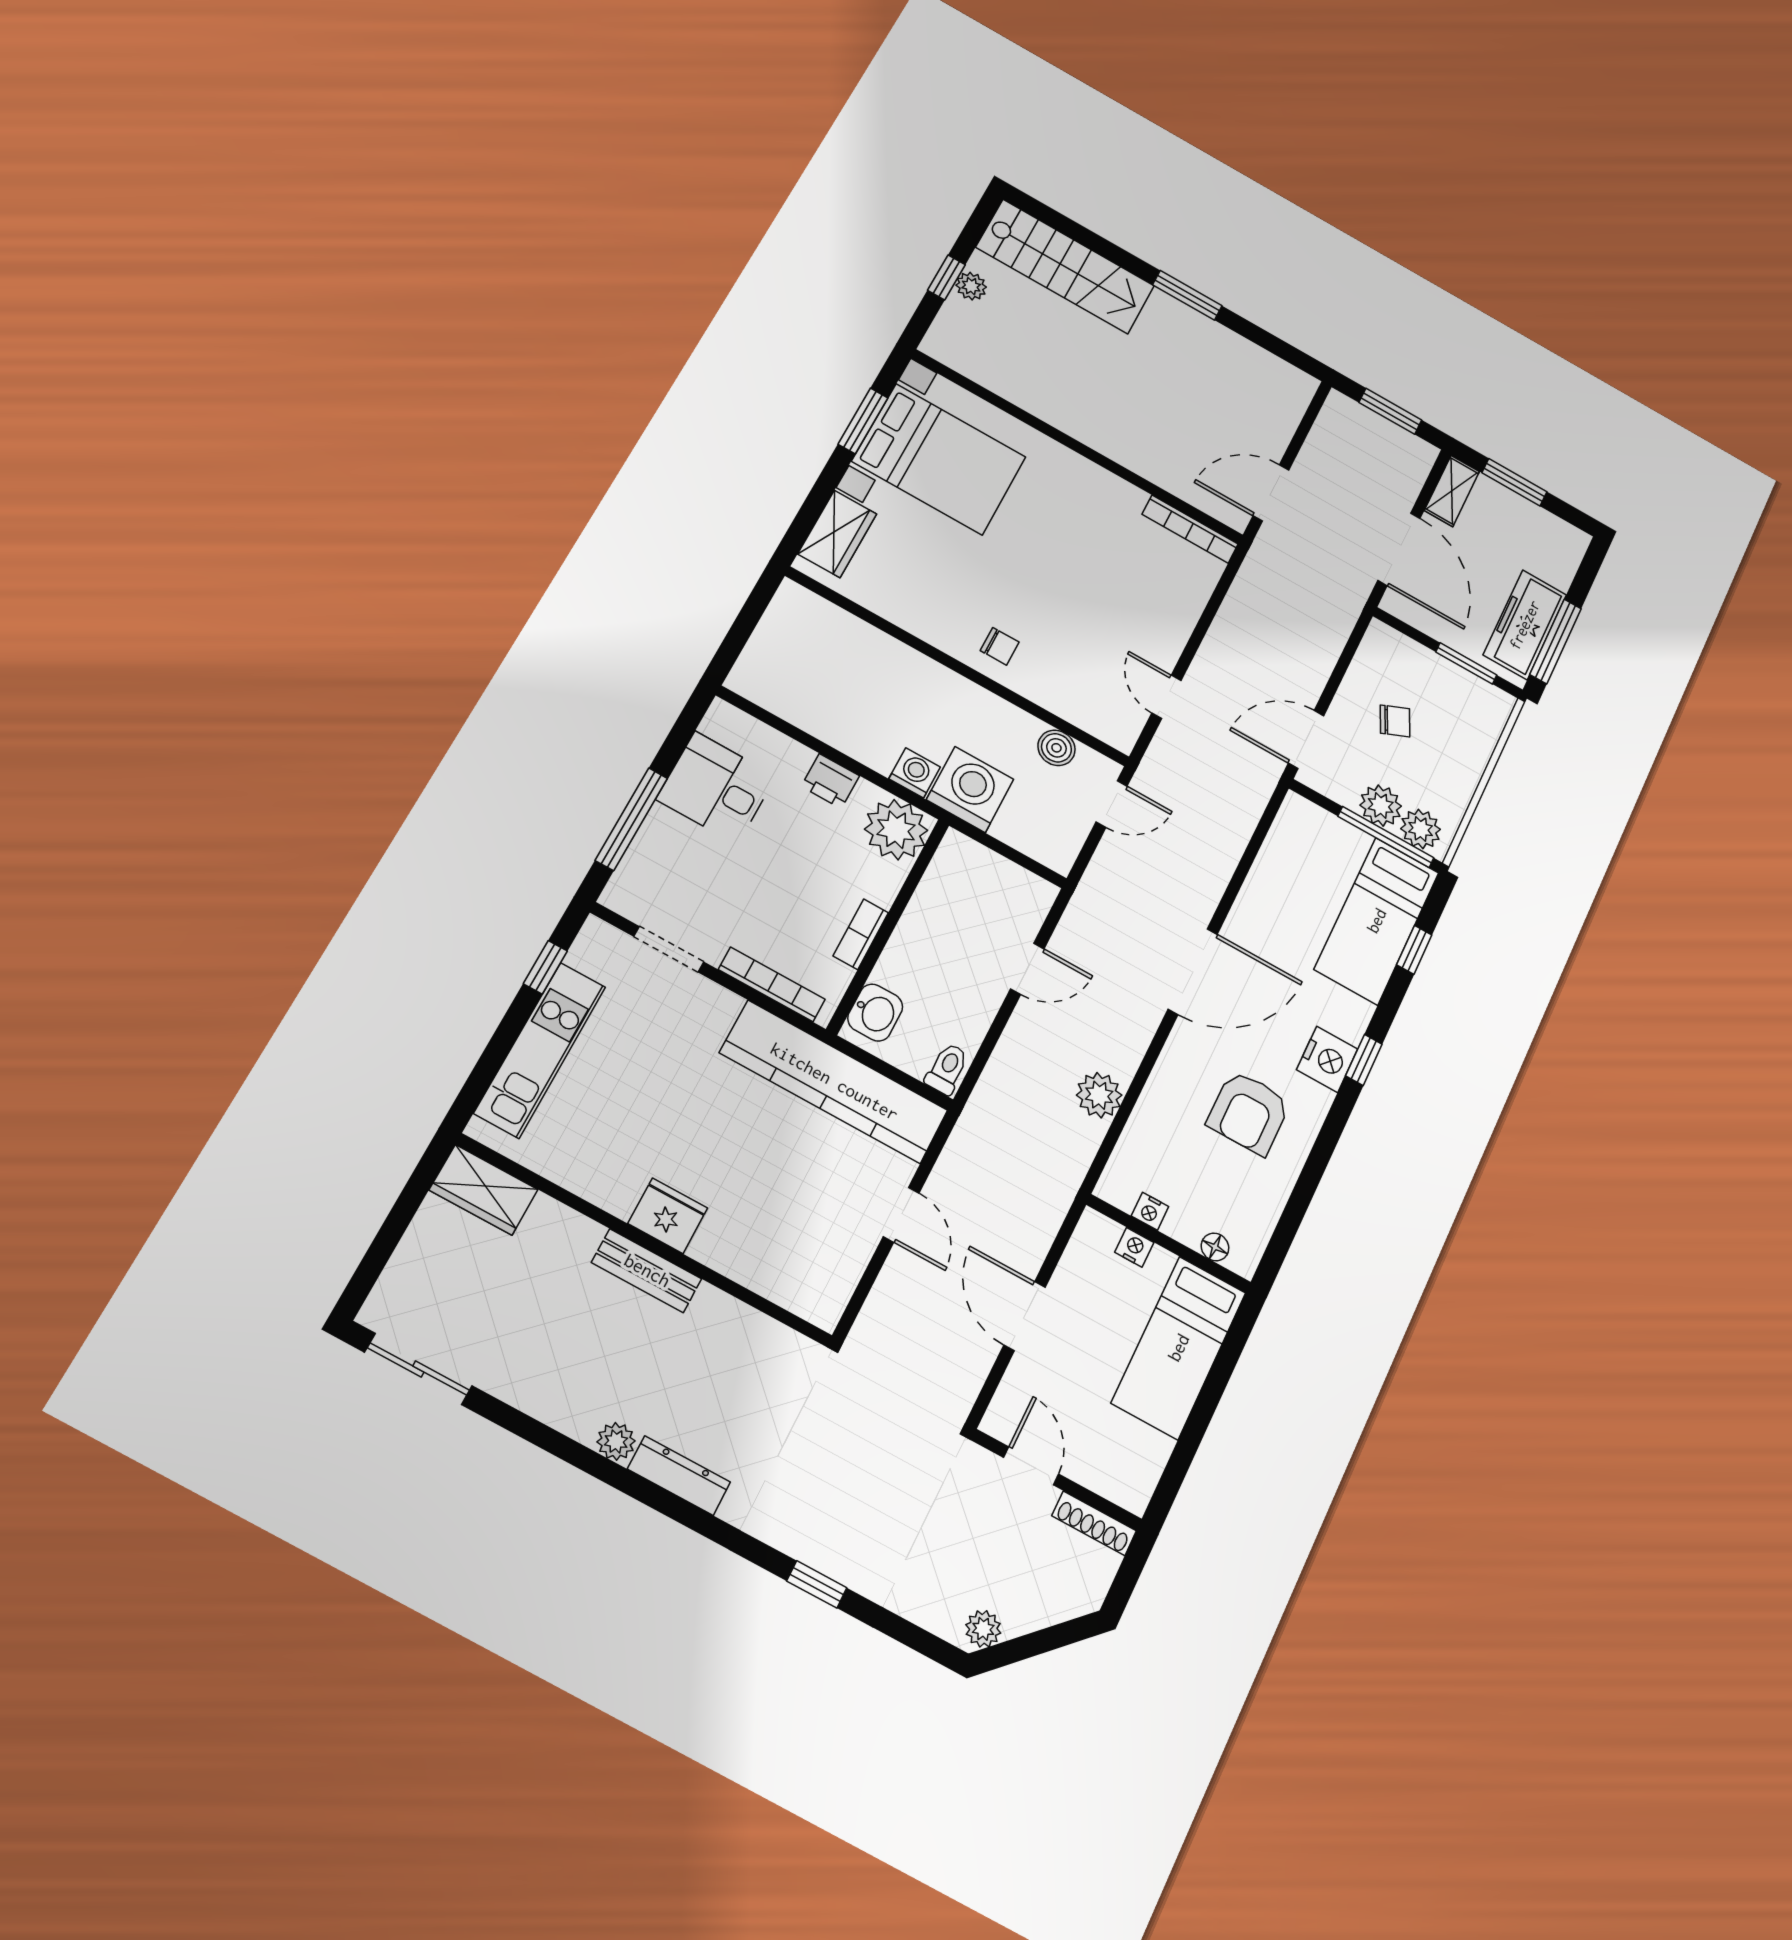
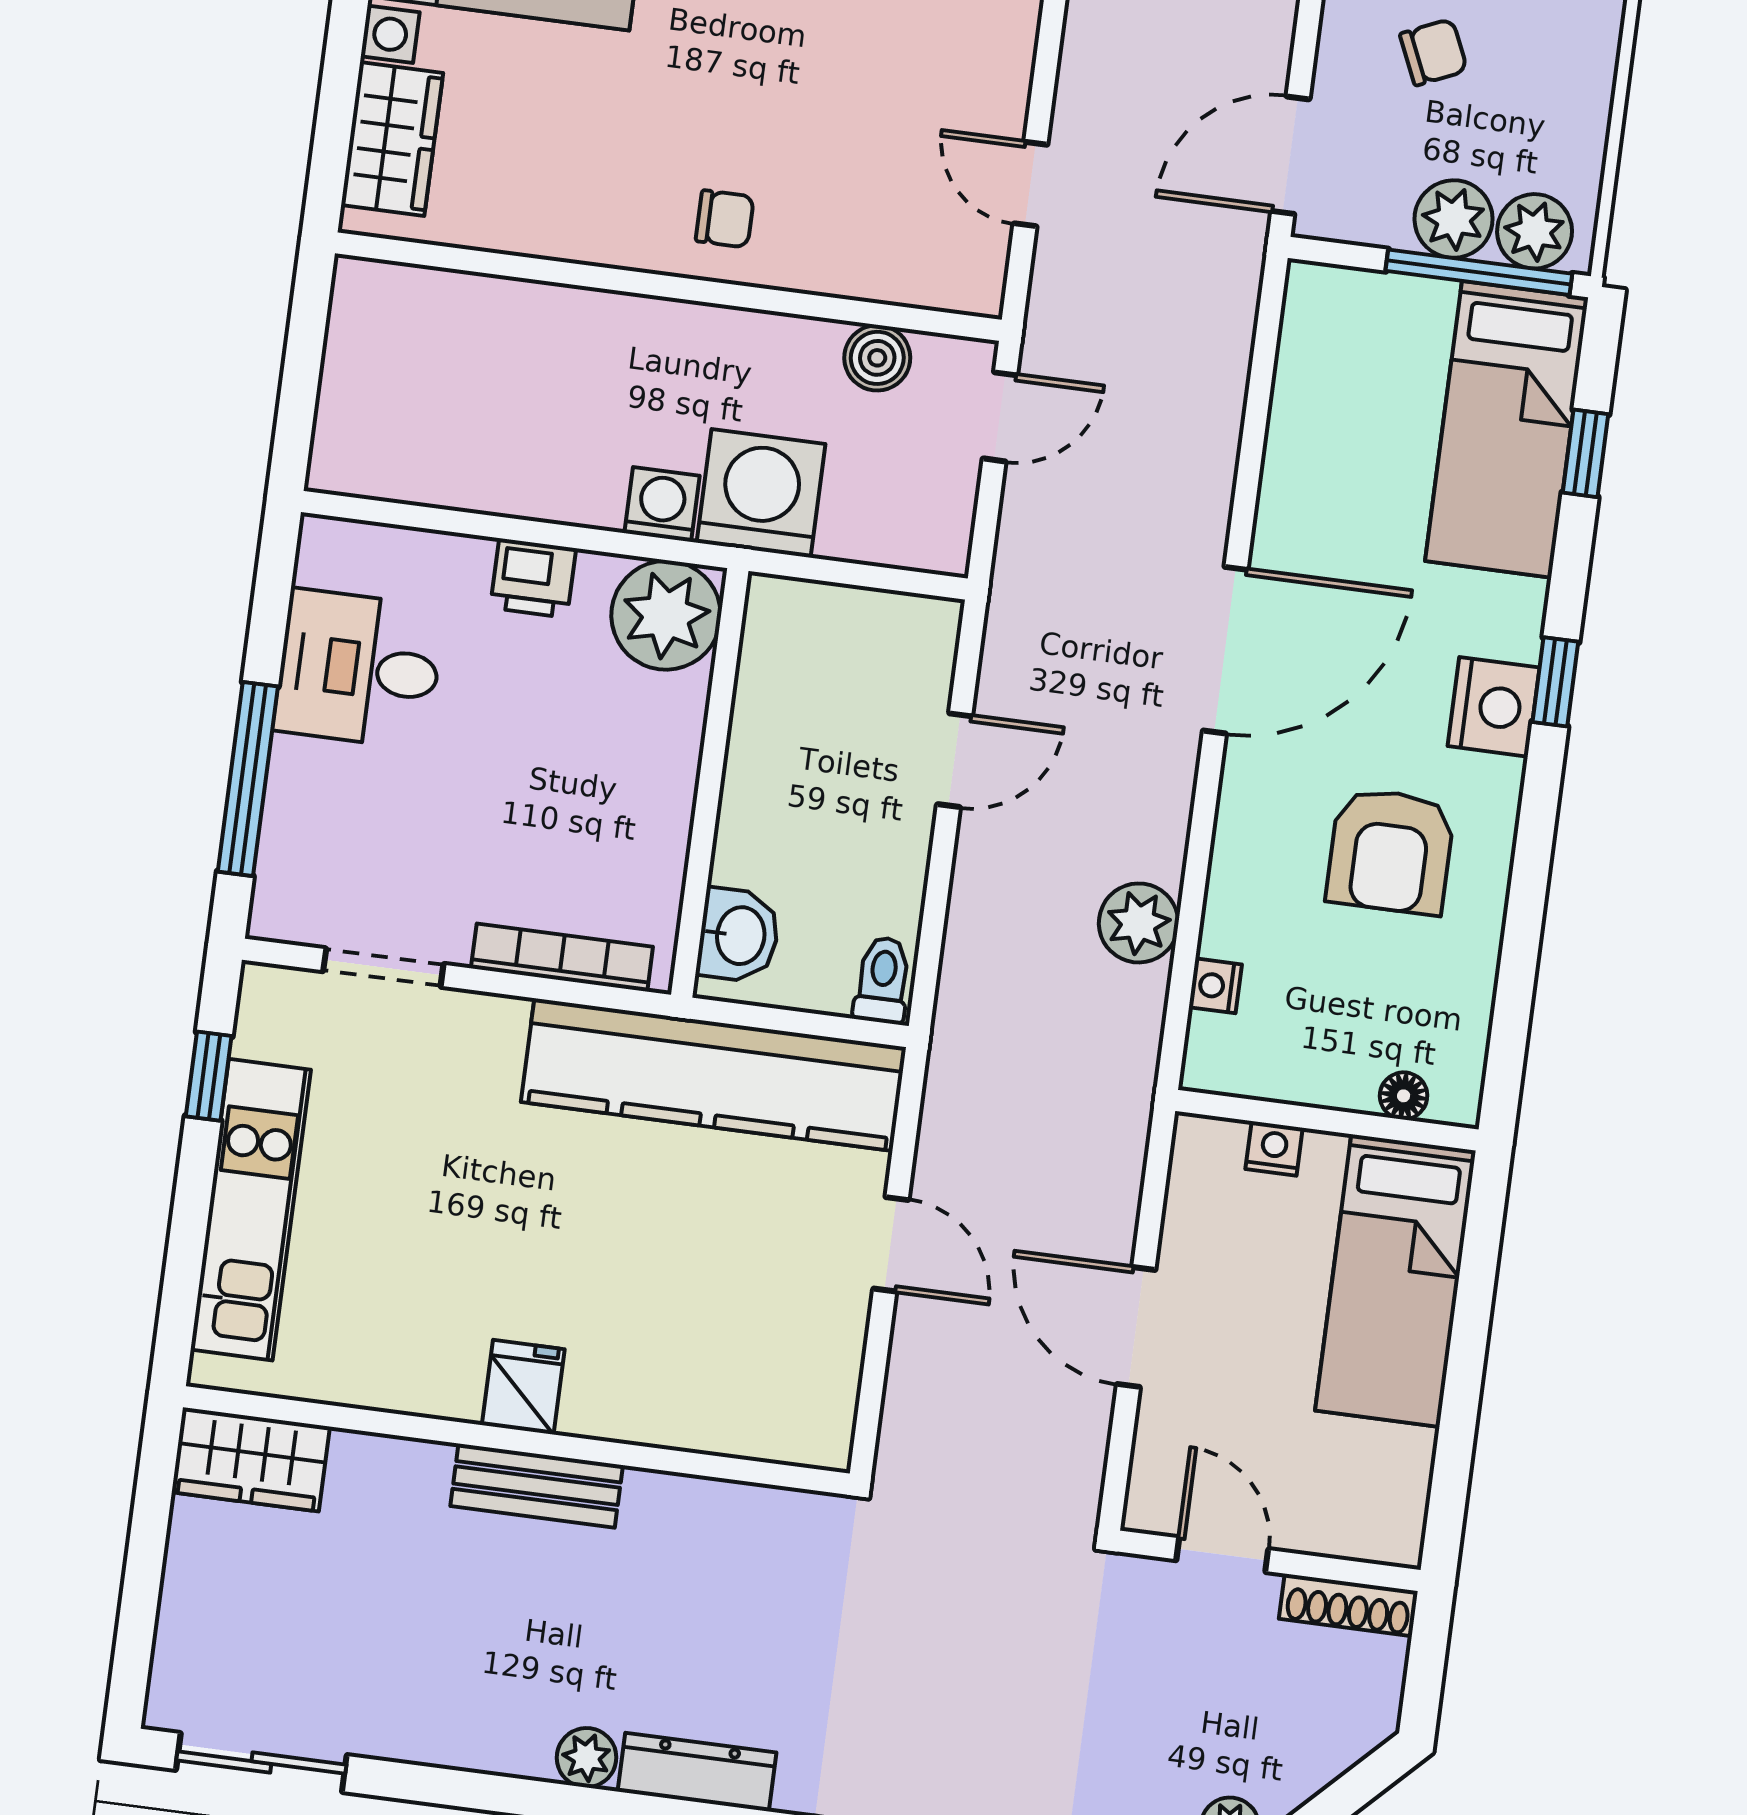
bookcase: (861, 934) -> (671, 816), removed
nightstand: (1150, 1211) -> (1215, 986), moved, turned 90
fridge: (668, 1216) -> (523, 1387), width x0.72

